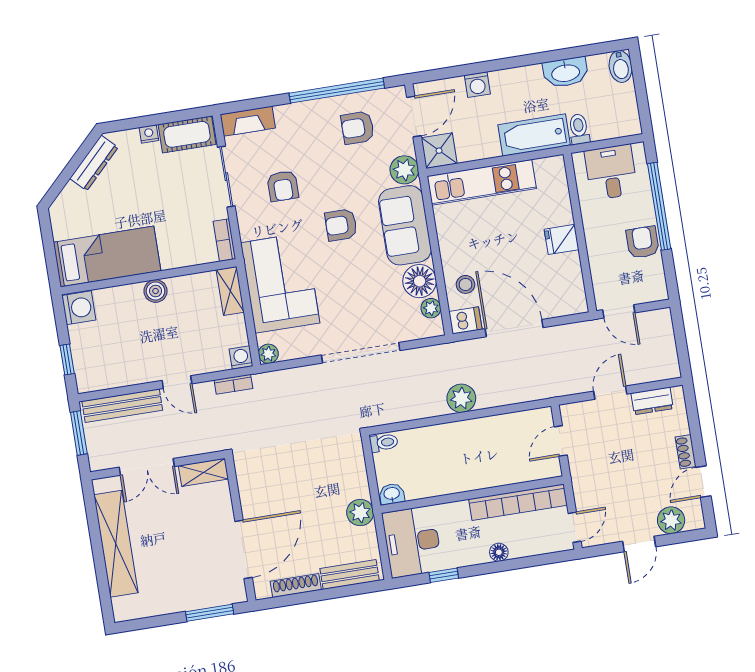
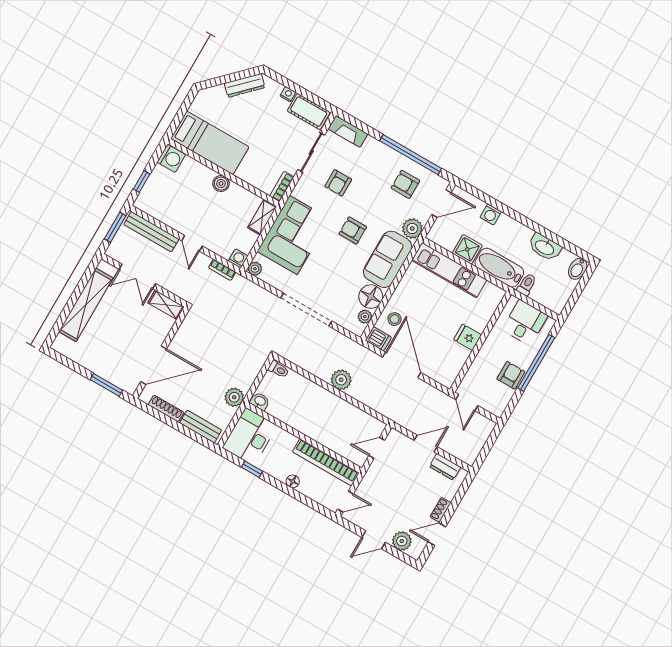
shower: (439, 151) -> (467, 249), moved

